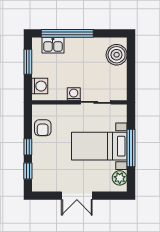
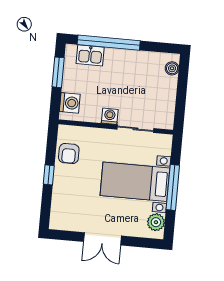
boiler: (117, 55) -> (172, 68), width x0.54, depth x0.54
window: (28, 171) -> (46, 204), removed

